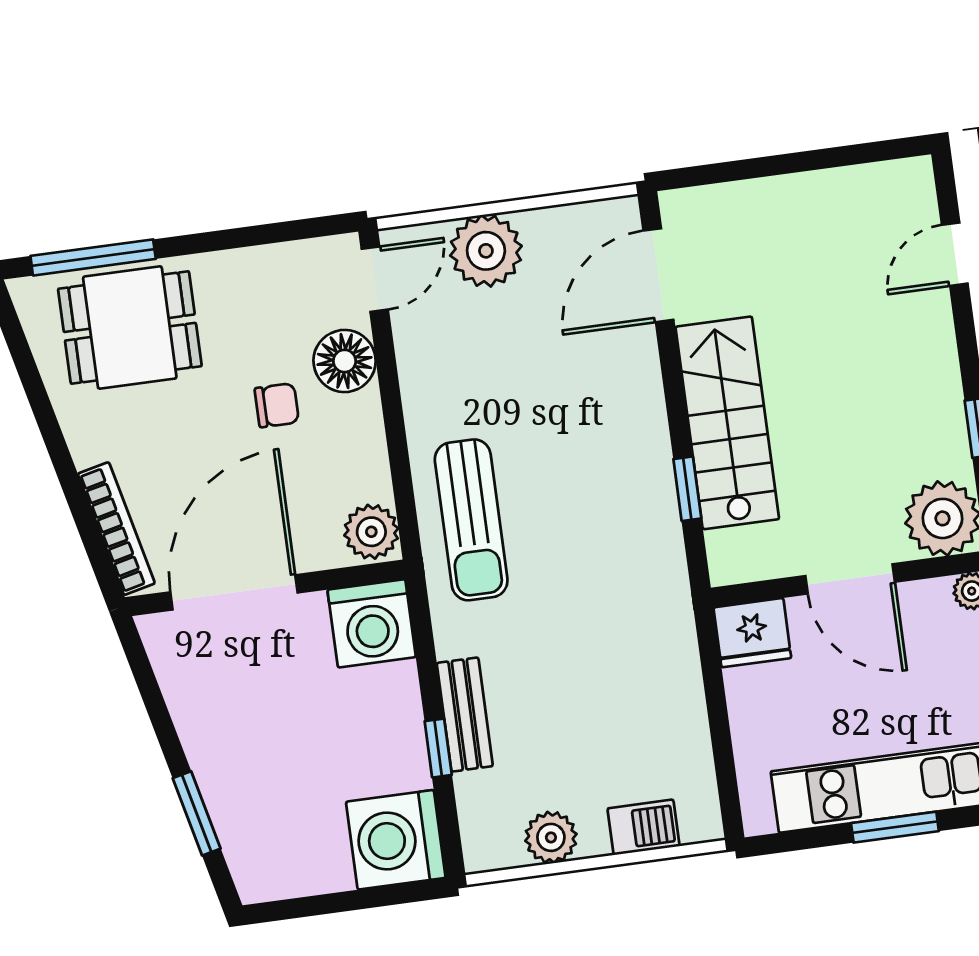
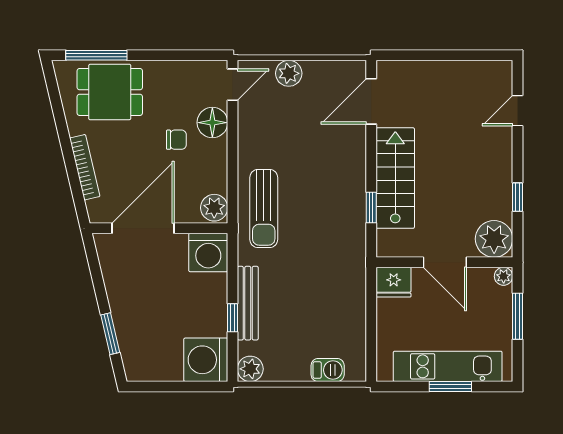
plant: (486, 251) -> (289, 73), width x0.73, depth x0.73
bookcase: (116, 529) -> (85, 167), moved
bench: (465, 715) -> (248, 303), width x1.36
plant: (551, 837) -> (250, 369), moved

